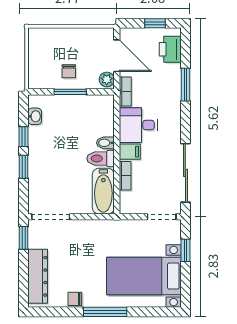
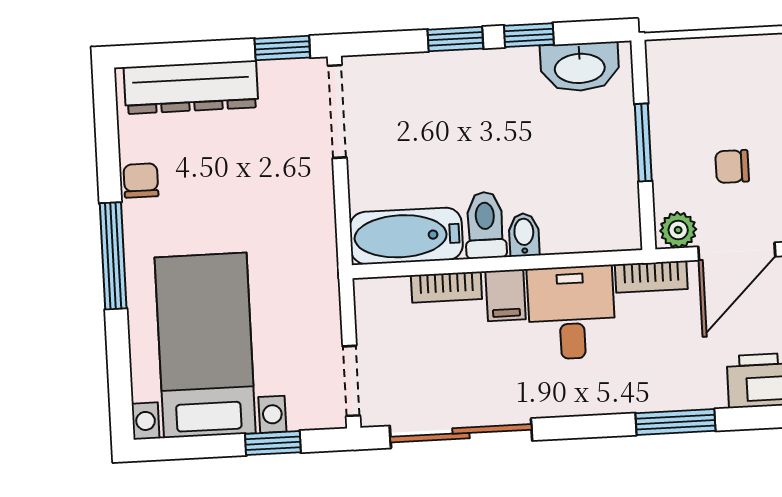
chair: (69, 71) -> (732, 166), moved
washbasin: (35, 116) -> (580, 67), width x1.91, depth x1.45

